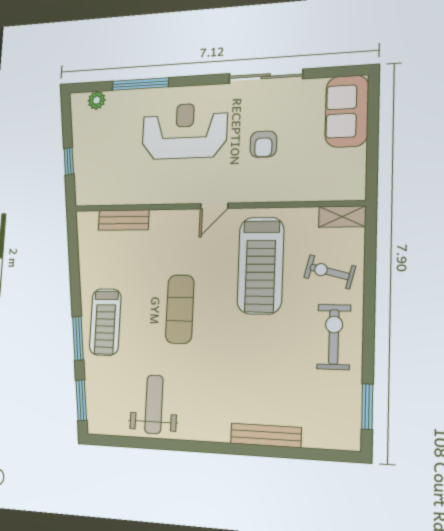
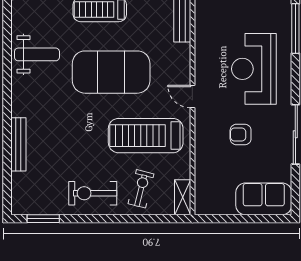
reception desk: (184, 131) -> (254, 69), turned 180
exercise mat: (180, 309) -> (111, 72), width x2.00, depth x1.45
exercise bike: (334, 337) -> (93, 193), turned 180

